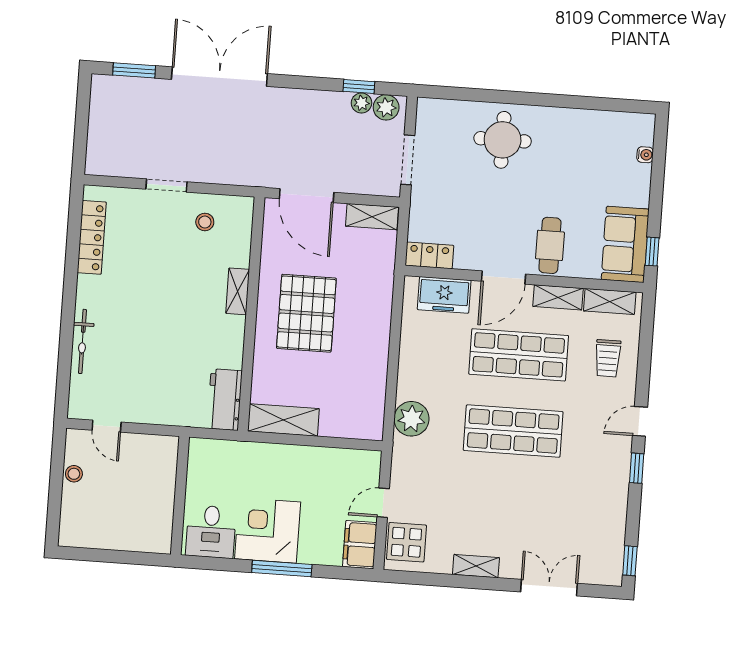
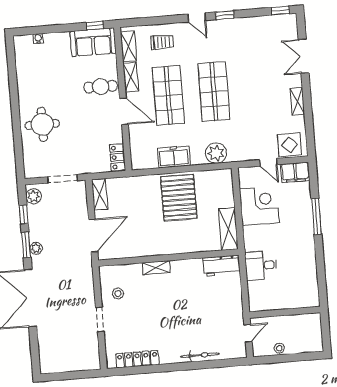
window: (134, 70) -> (26, 245), moved
plant: (361, 103) -> (36, 248), moved
freezer: (444, 295) -> (174, 157), moved, turned -90
pallet: (306, 313) -> (179, 198), moved, turned 90
wall: (180, 496) -> (285, 312), moved
corner desk: (268, 530) -> (259, 206), moved, turned 180
desk: (211, 532) -> (261, 265), moved, turned 180

